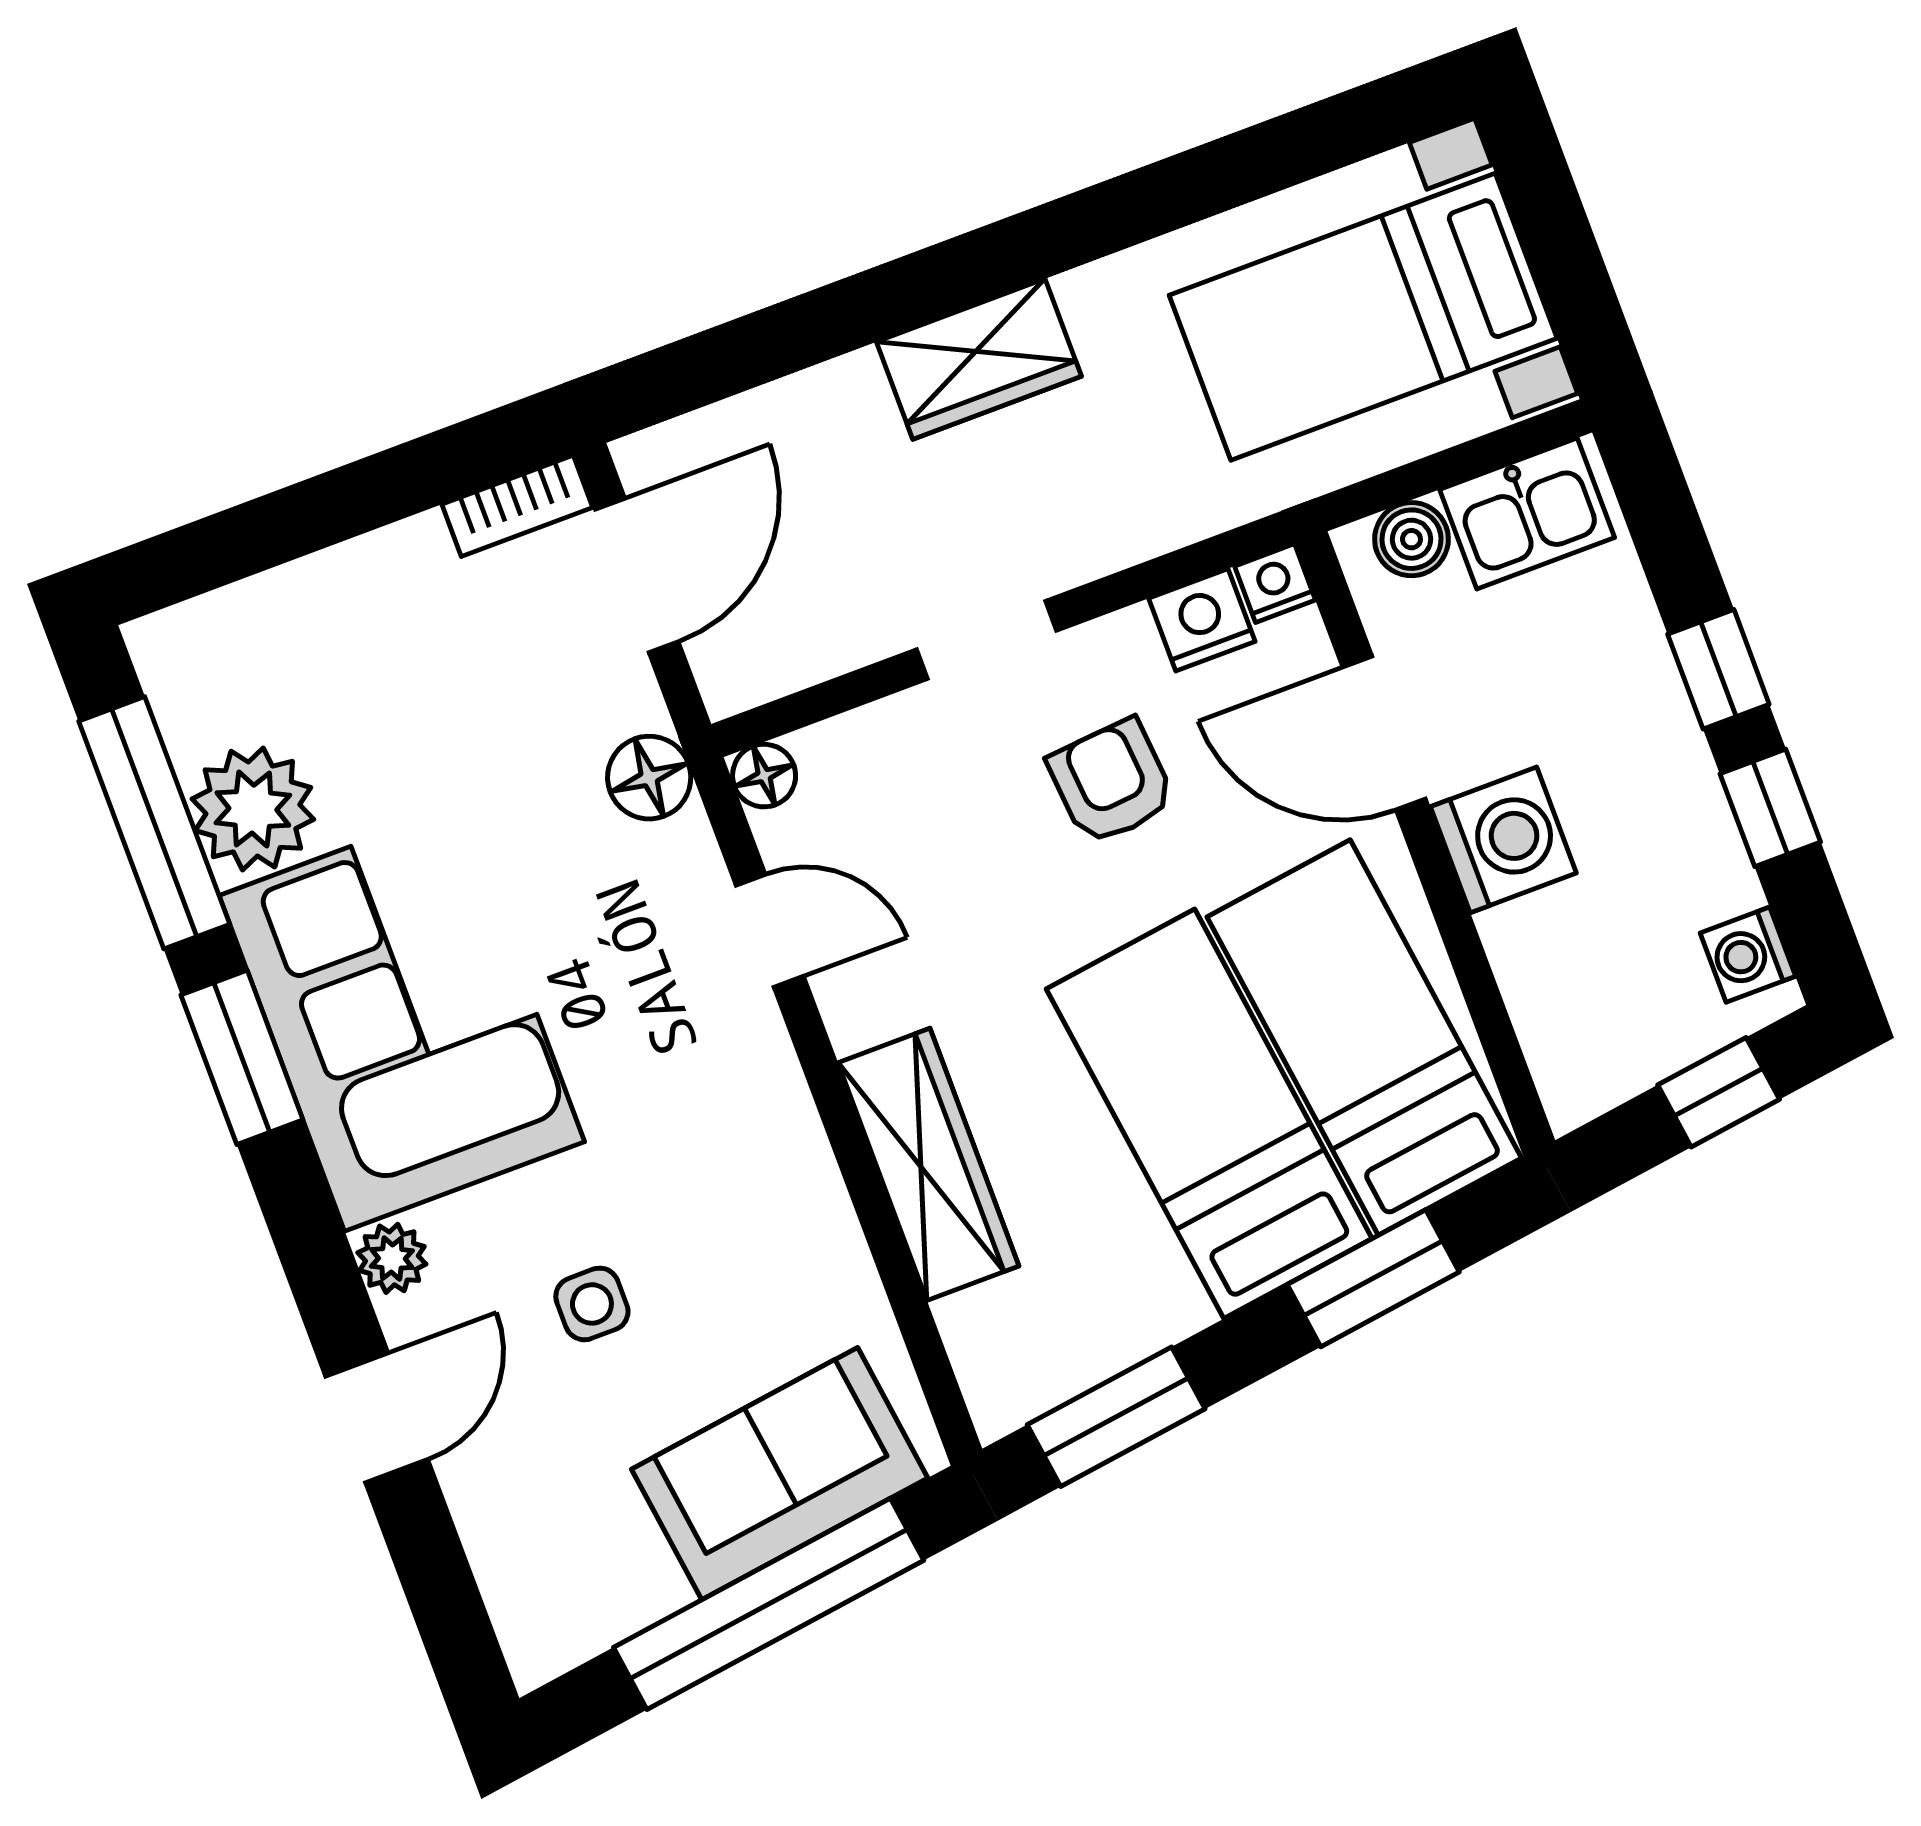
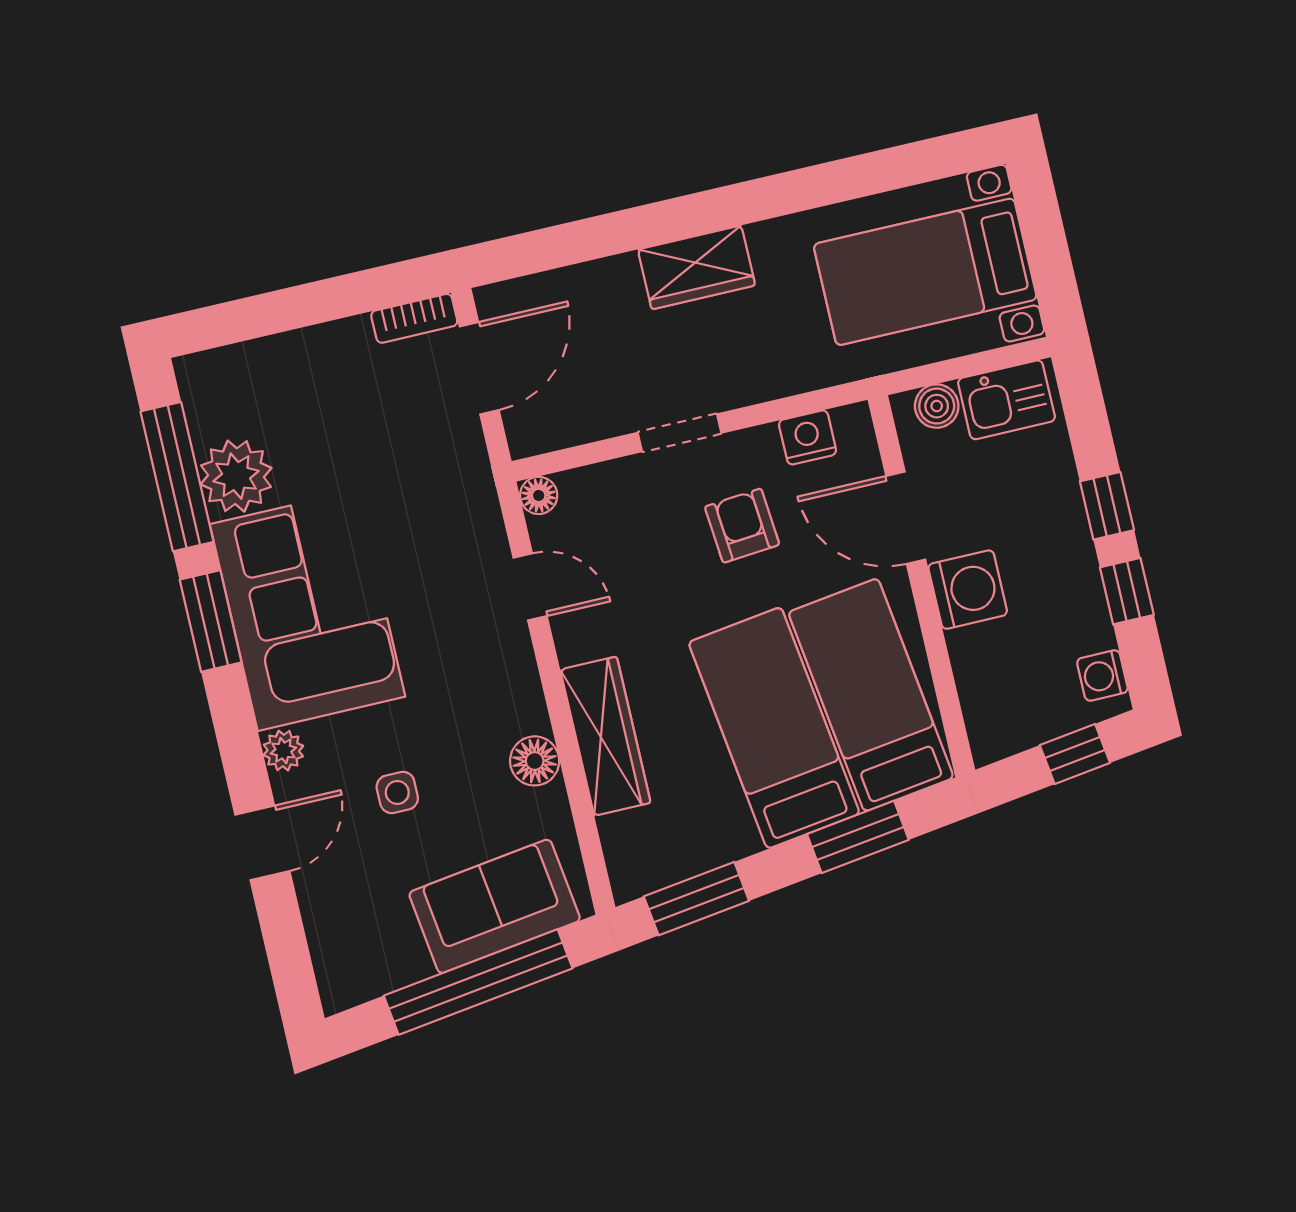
nightstand: (1275, 583) -> (853, 421), removed
floor lamp: (649, 778) -> (535, 761), moved

